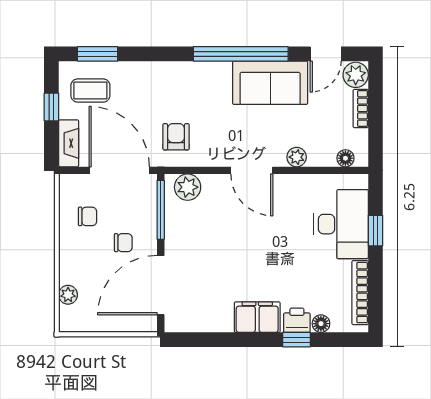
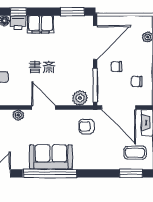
sofa: (270, 83) -> (51, 157), moved
armchair: (176, 137) -> (86, 126), turned 91
window: (201, 340) -> (72, 12), added

